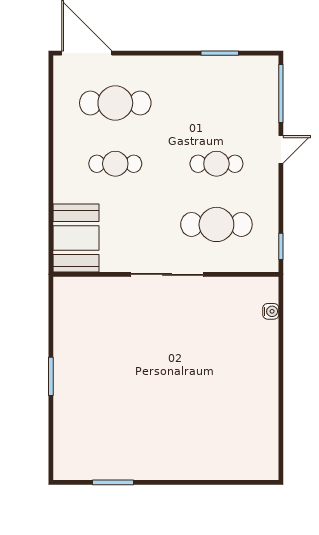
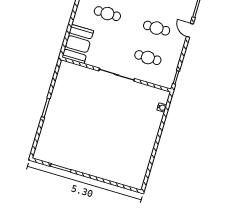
door: (281, 149) -> (190, 30), swing flipped
cafe table: (216, 224) -> (148, 58), width x0.73, depth x0.74

